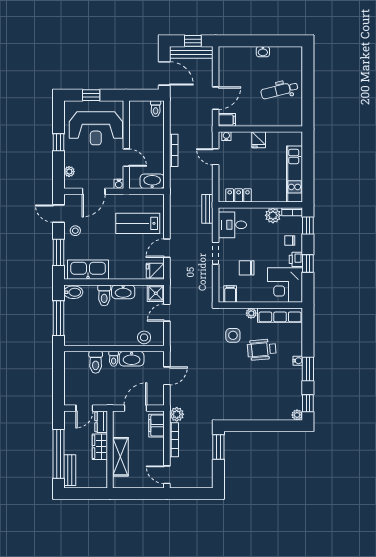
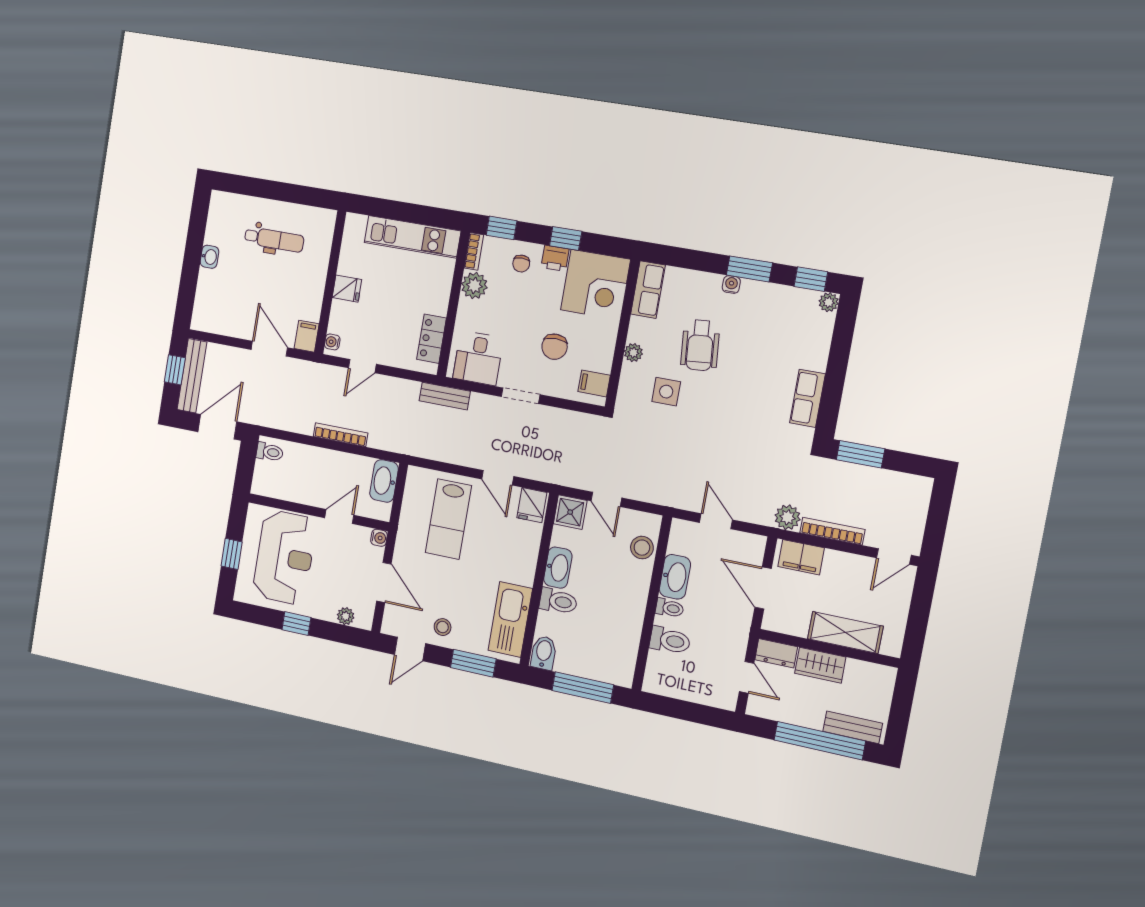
dental chair: (279, 90) -> (274, 239), turned -76
row of seats: (280, 315) -> (648, 290), width x0.68
row of seats: (243, 413) -> (807, 398), added

